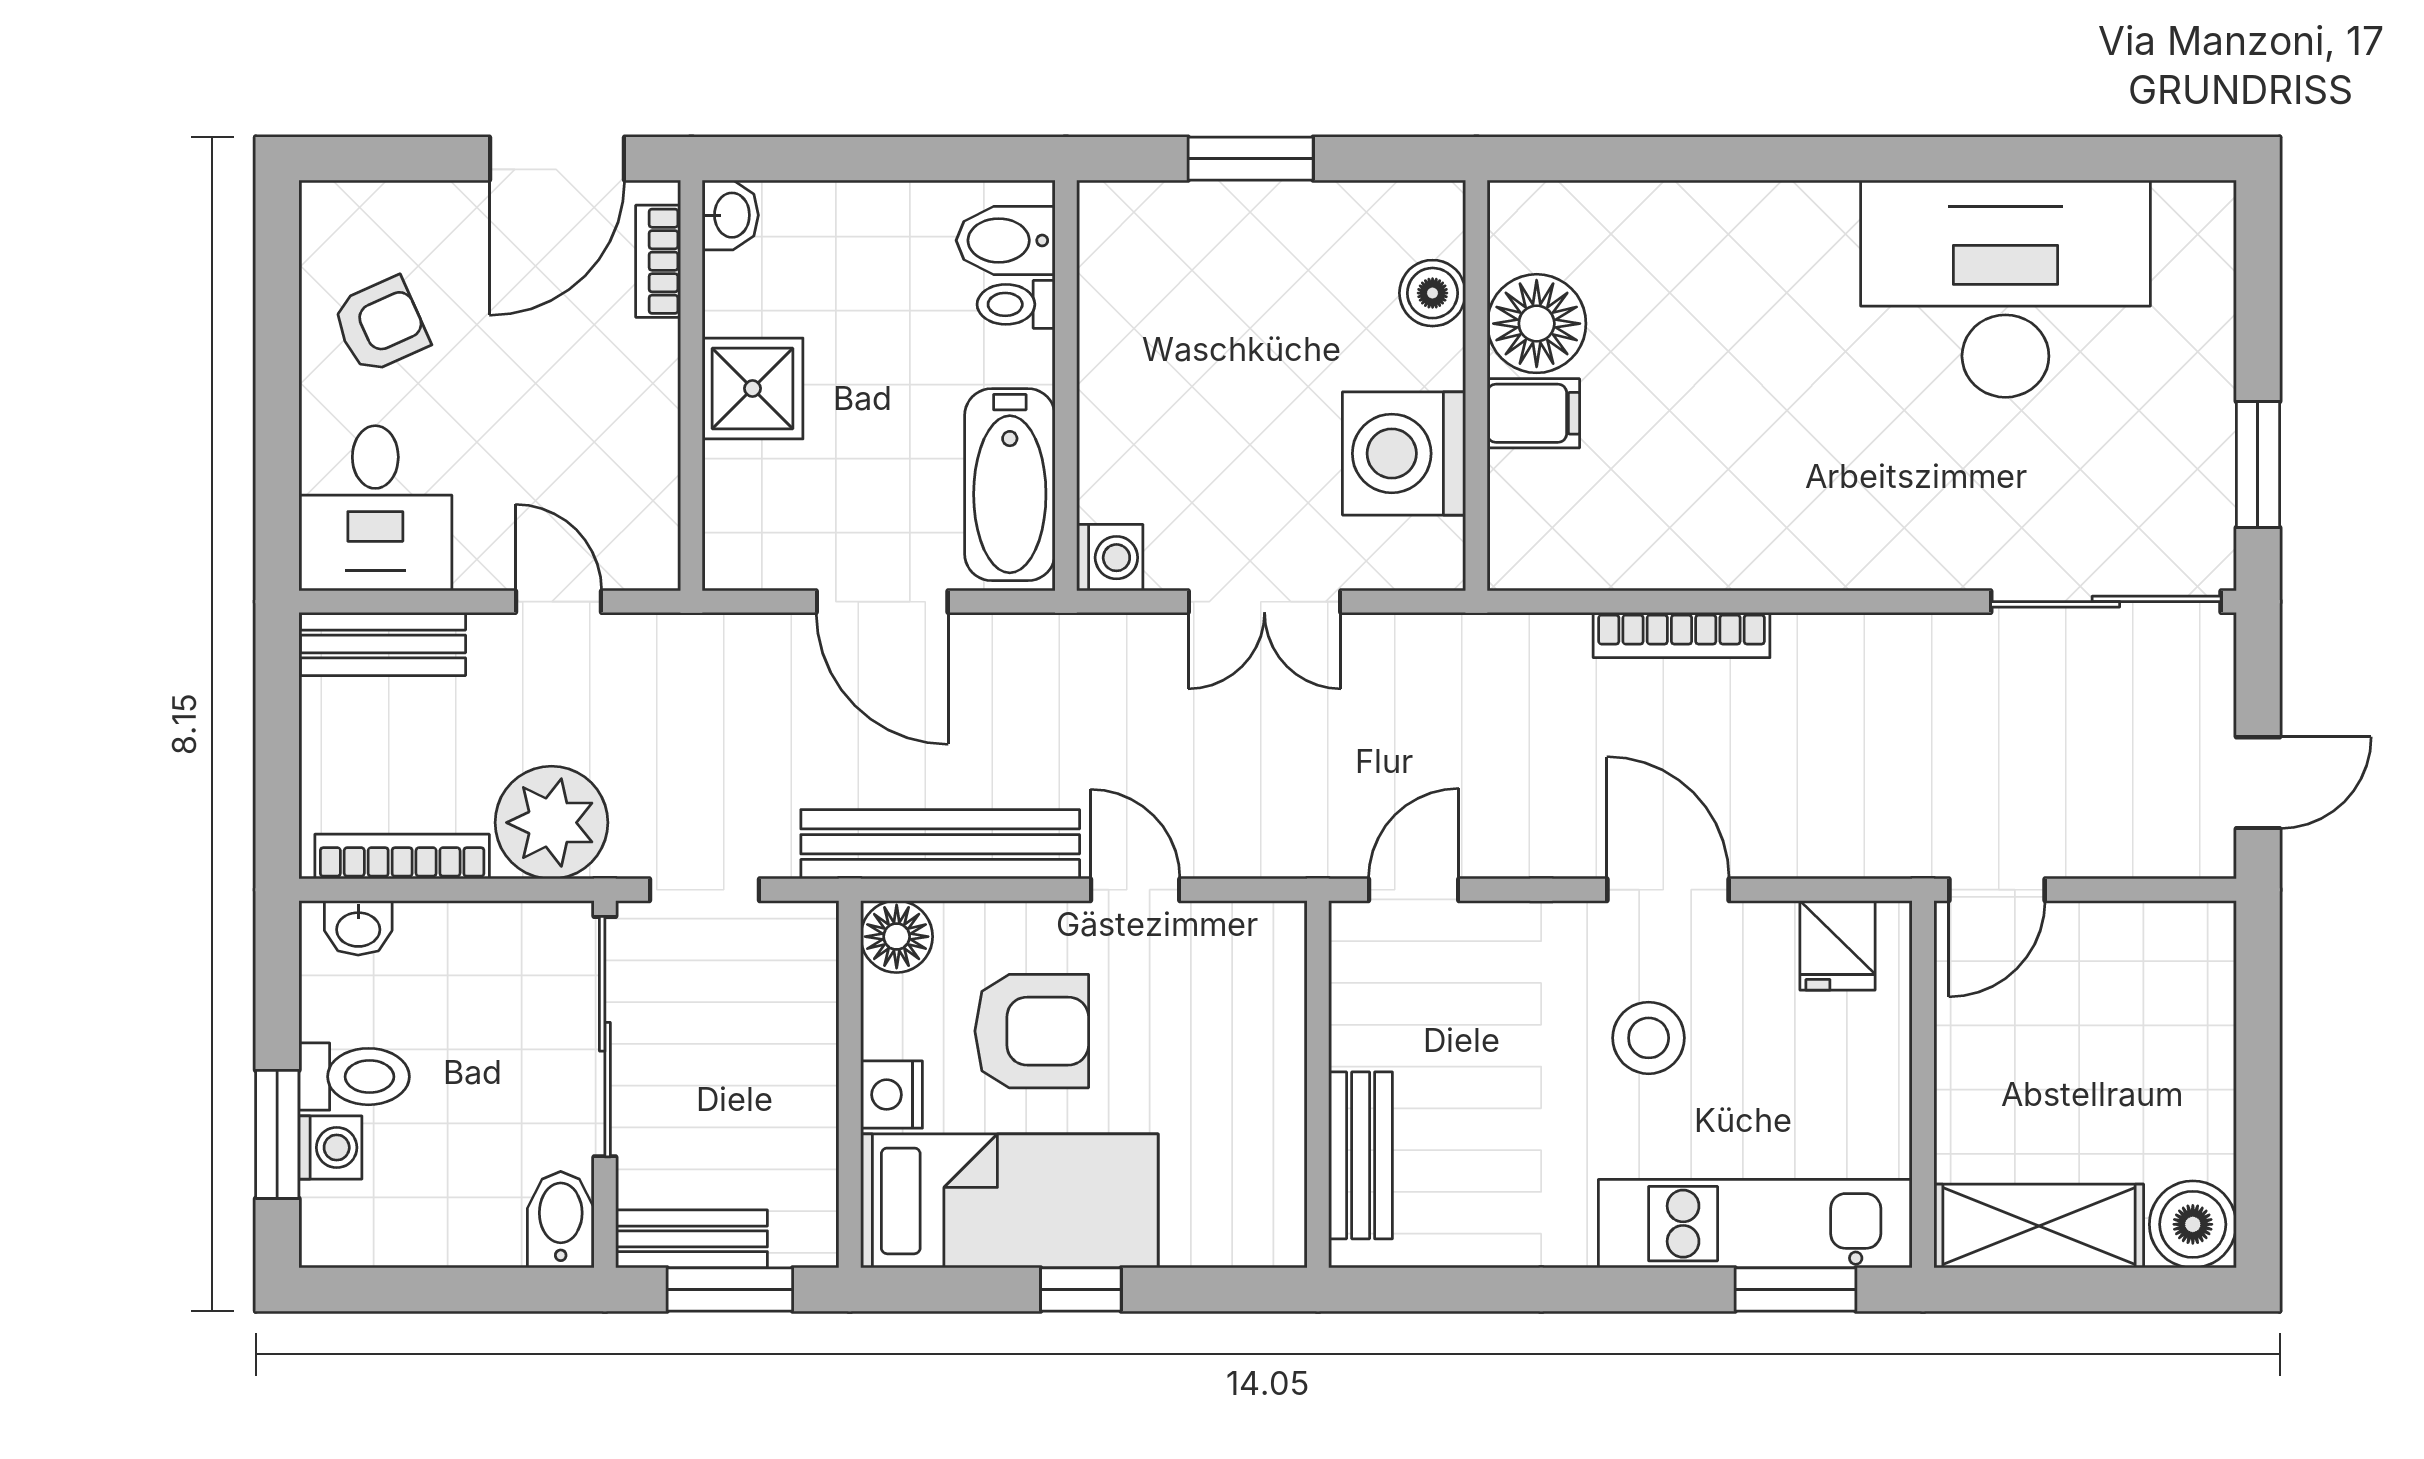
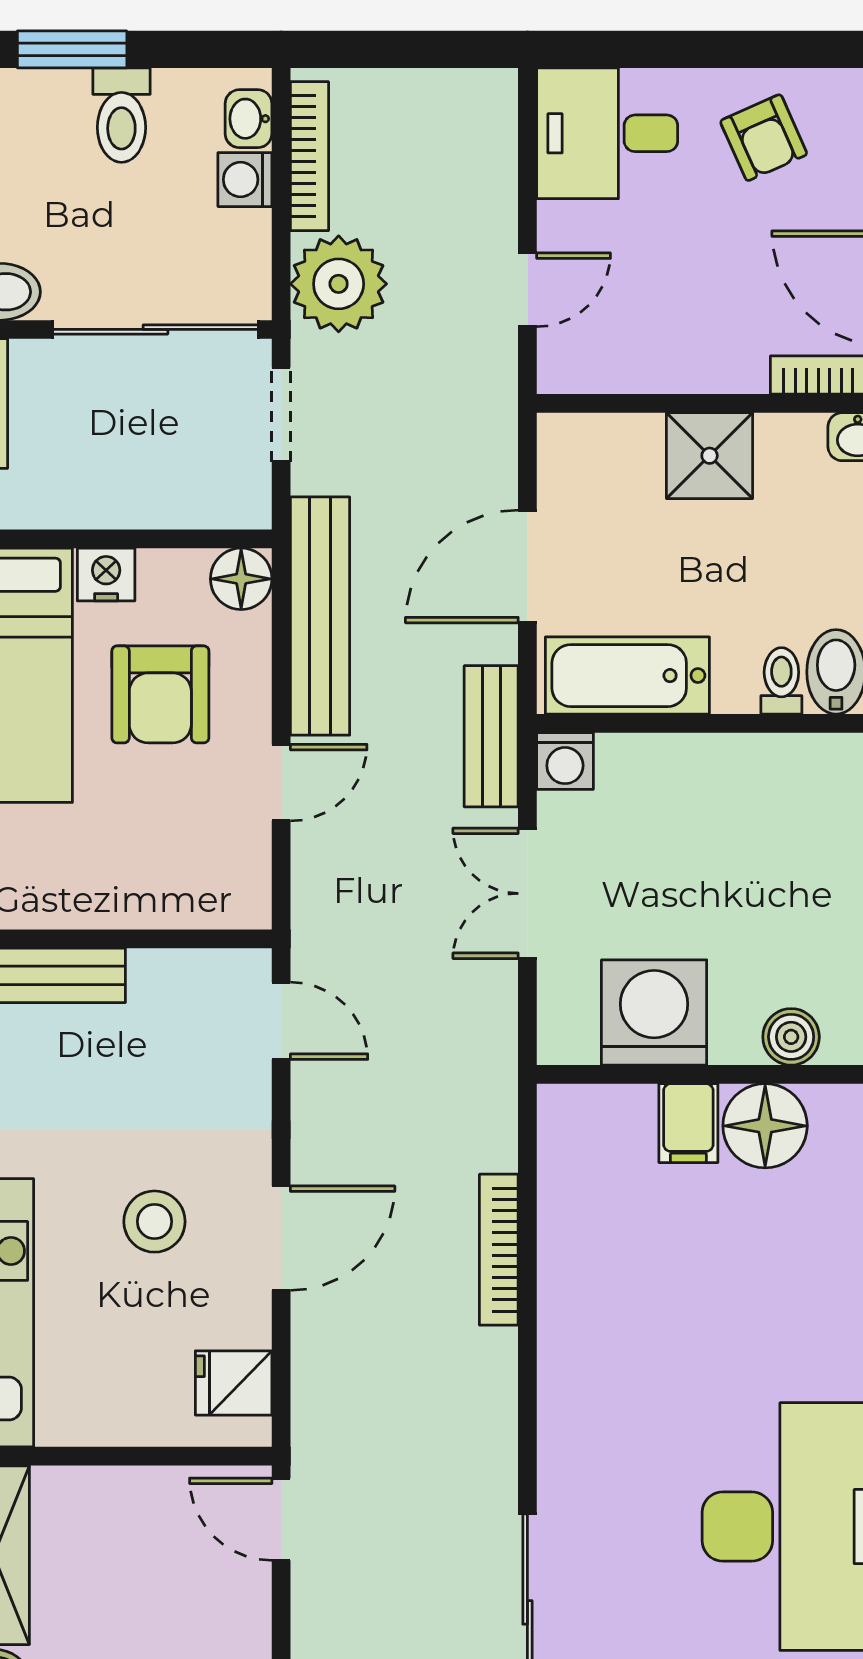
bench: (383, 644) -> (491, 736), moved
washing machine: (330, 1148) -> (245, 180), moved, turned 90

